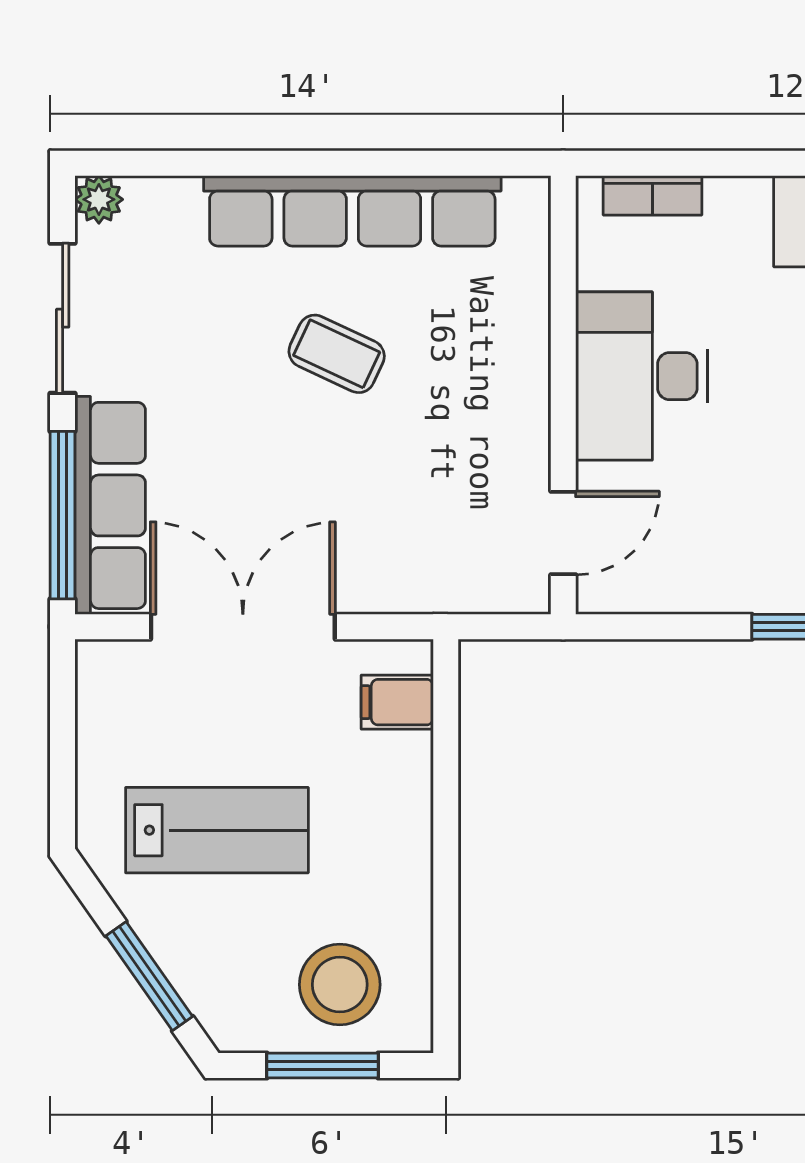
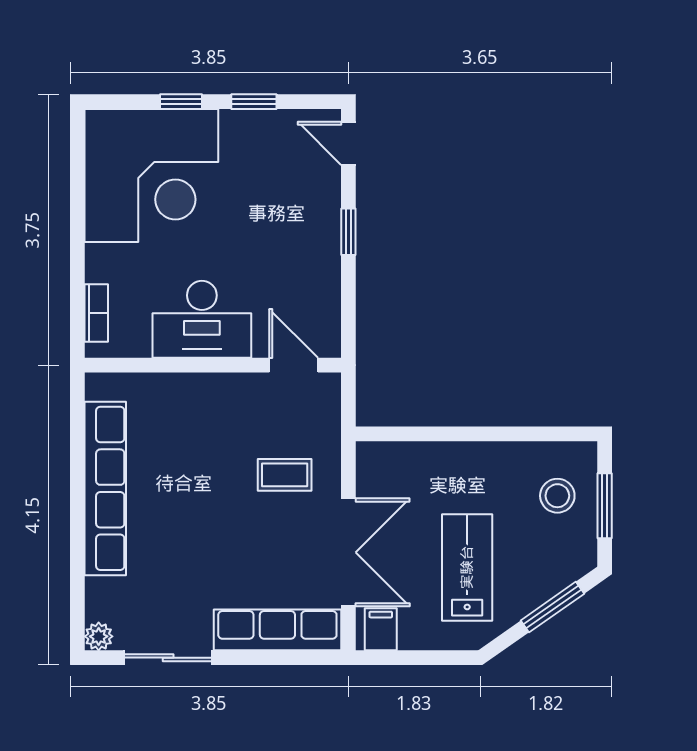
coffee table: (337, 354) -> (285, 475), moved, turned 65
window: (63, 515) -> (283, 658), removed
double door: (243, 627) -> (348, 552), swing flipped
filing cabinet: (397, 702) -> (381, 629), moved, turned 180
stool: (340, 985) -> (557, 496), width x0.73, depth x0.73

